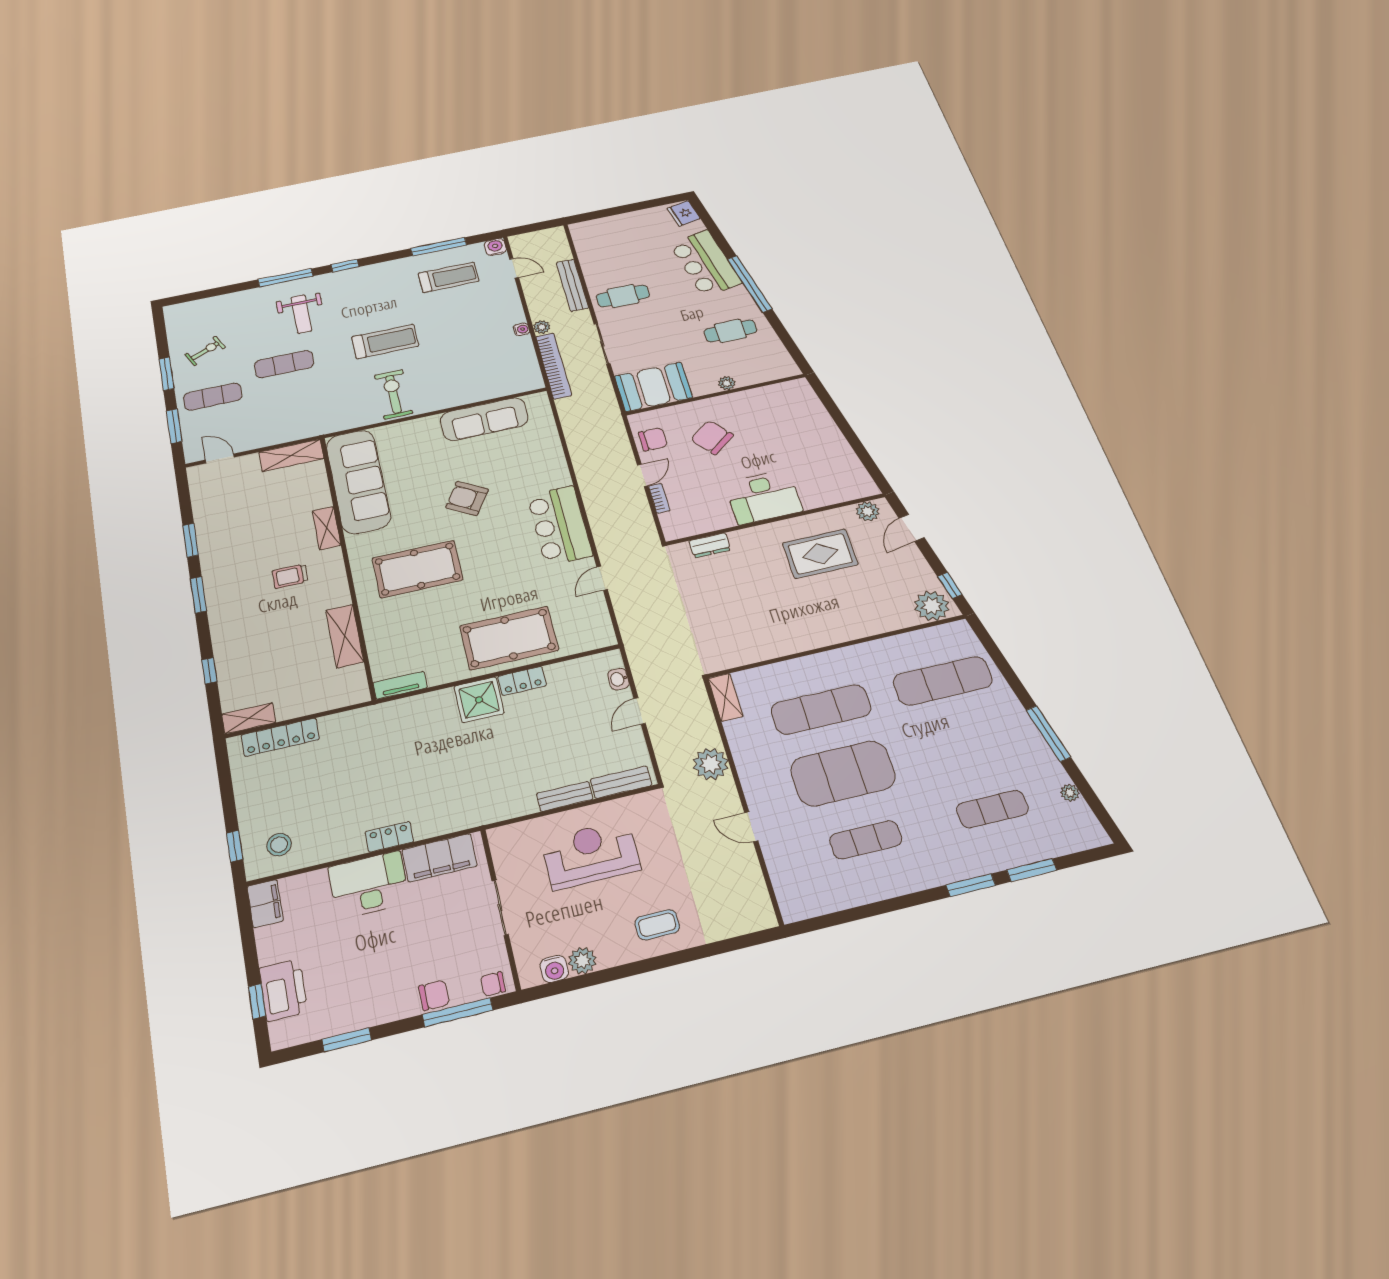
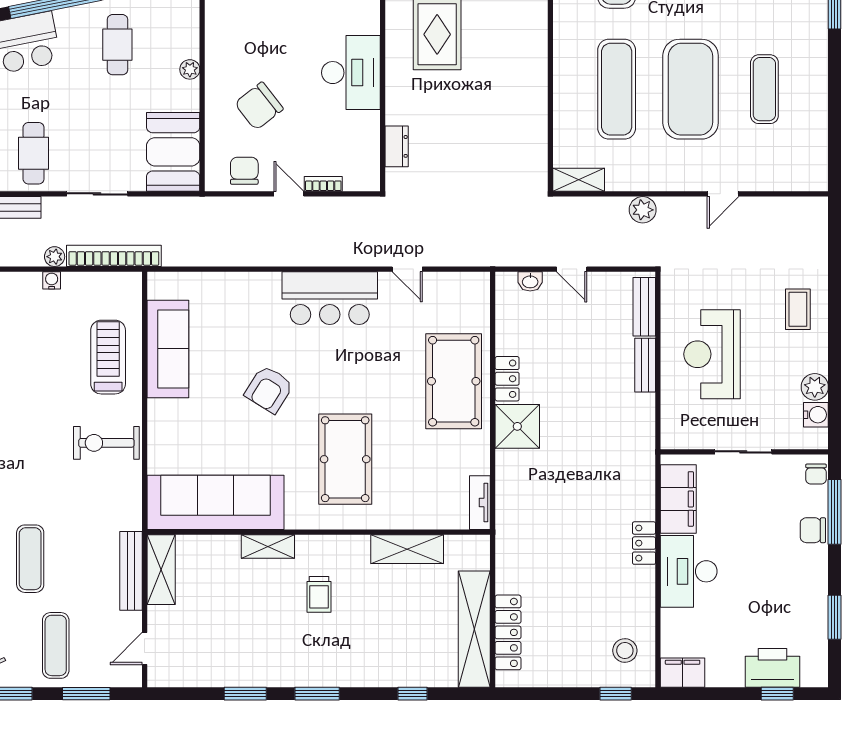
treadmill: (385, 341) -> (108, 357), moved
bench: (286, 435) -> (131, 571), added
shelving: (249, 718) -> (474, 629), width x2.20, depth x1.33
plant: (711, 764) -> (643, 210), width x0.73, depth x0.73
chair: (434, 995) -> (813, 530), turned -90

